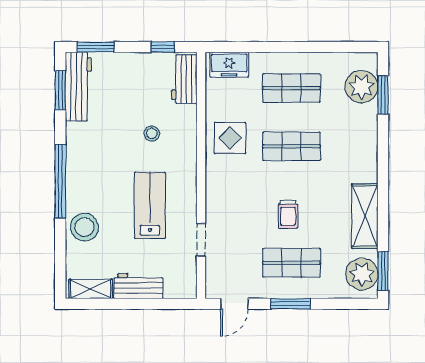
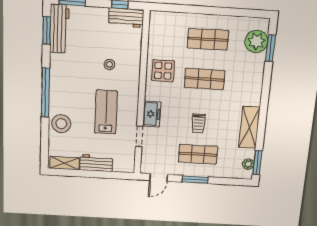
freezer: (229, 65) -> (152, 114), moved, turned -90
workbench: (184, 79) -> (126, 18), moved, turned -90
plant: (362, 274) -> (248, 164), width x0.53, depth x0.53

